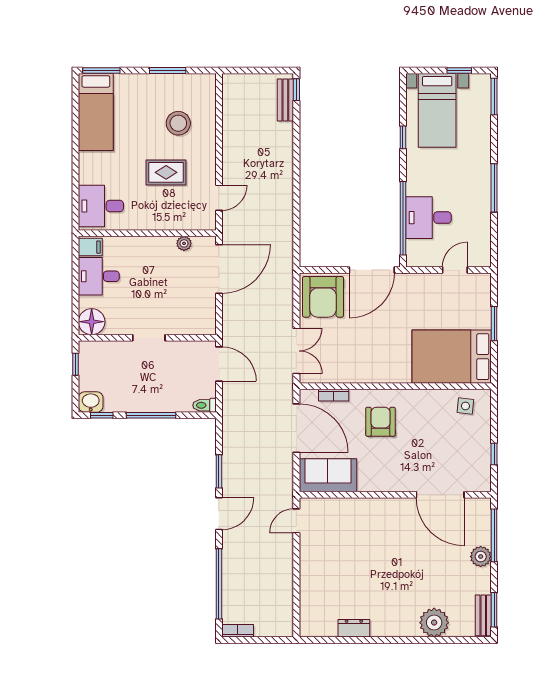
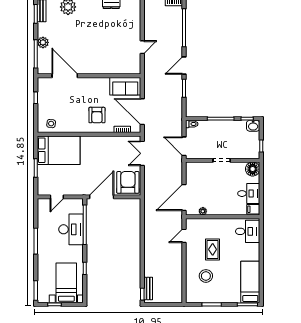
rug: (166, 172) -> (213, 249), turned 90
desk: (428, 218) -> (71, 229), width x1.37
door: (296, 521) -> (142, 47), moved

